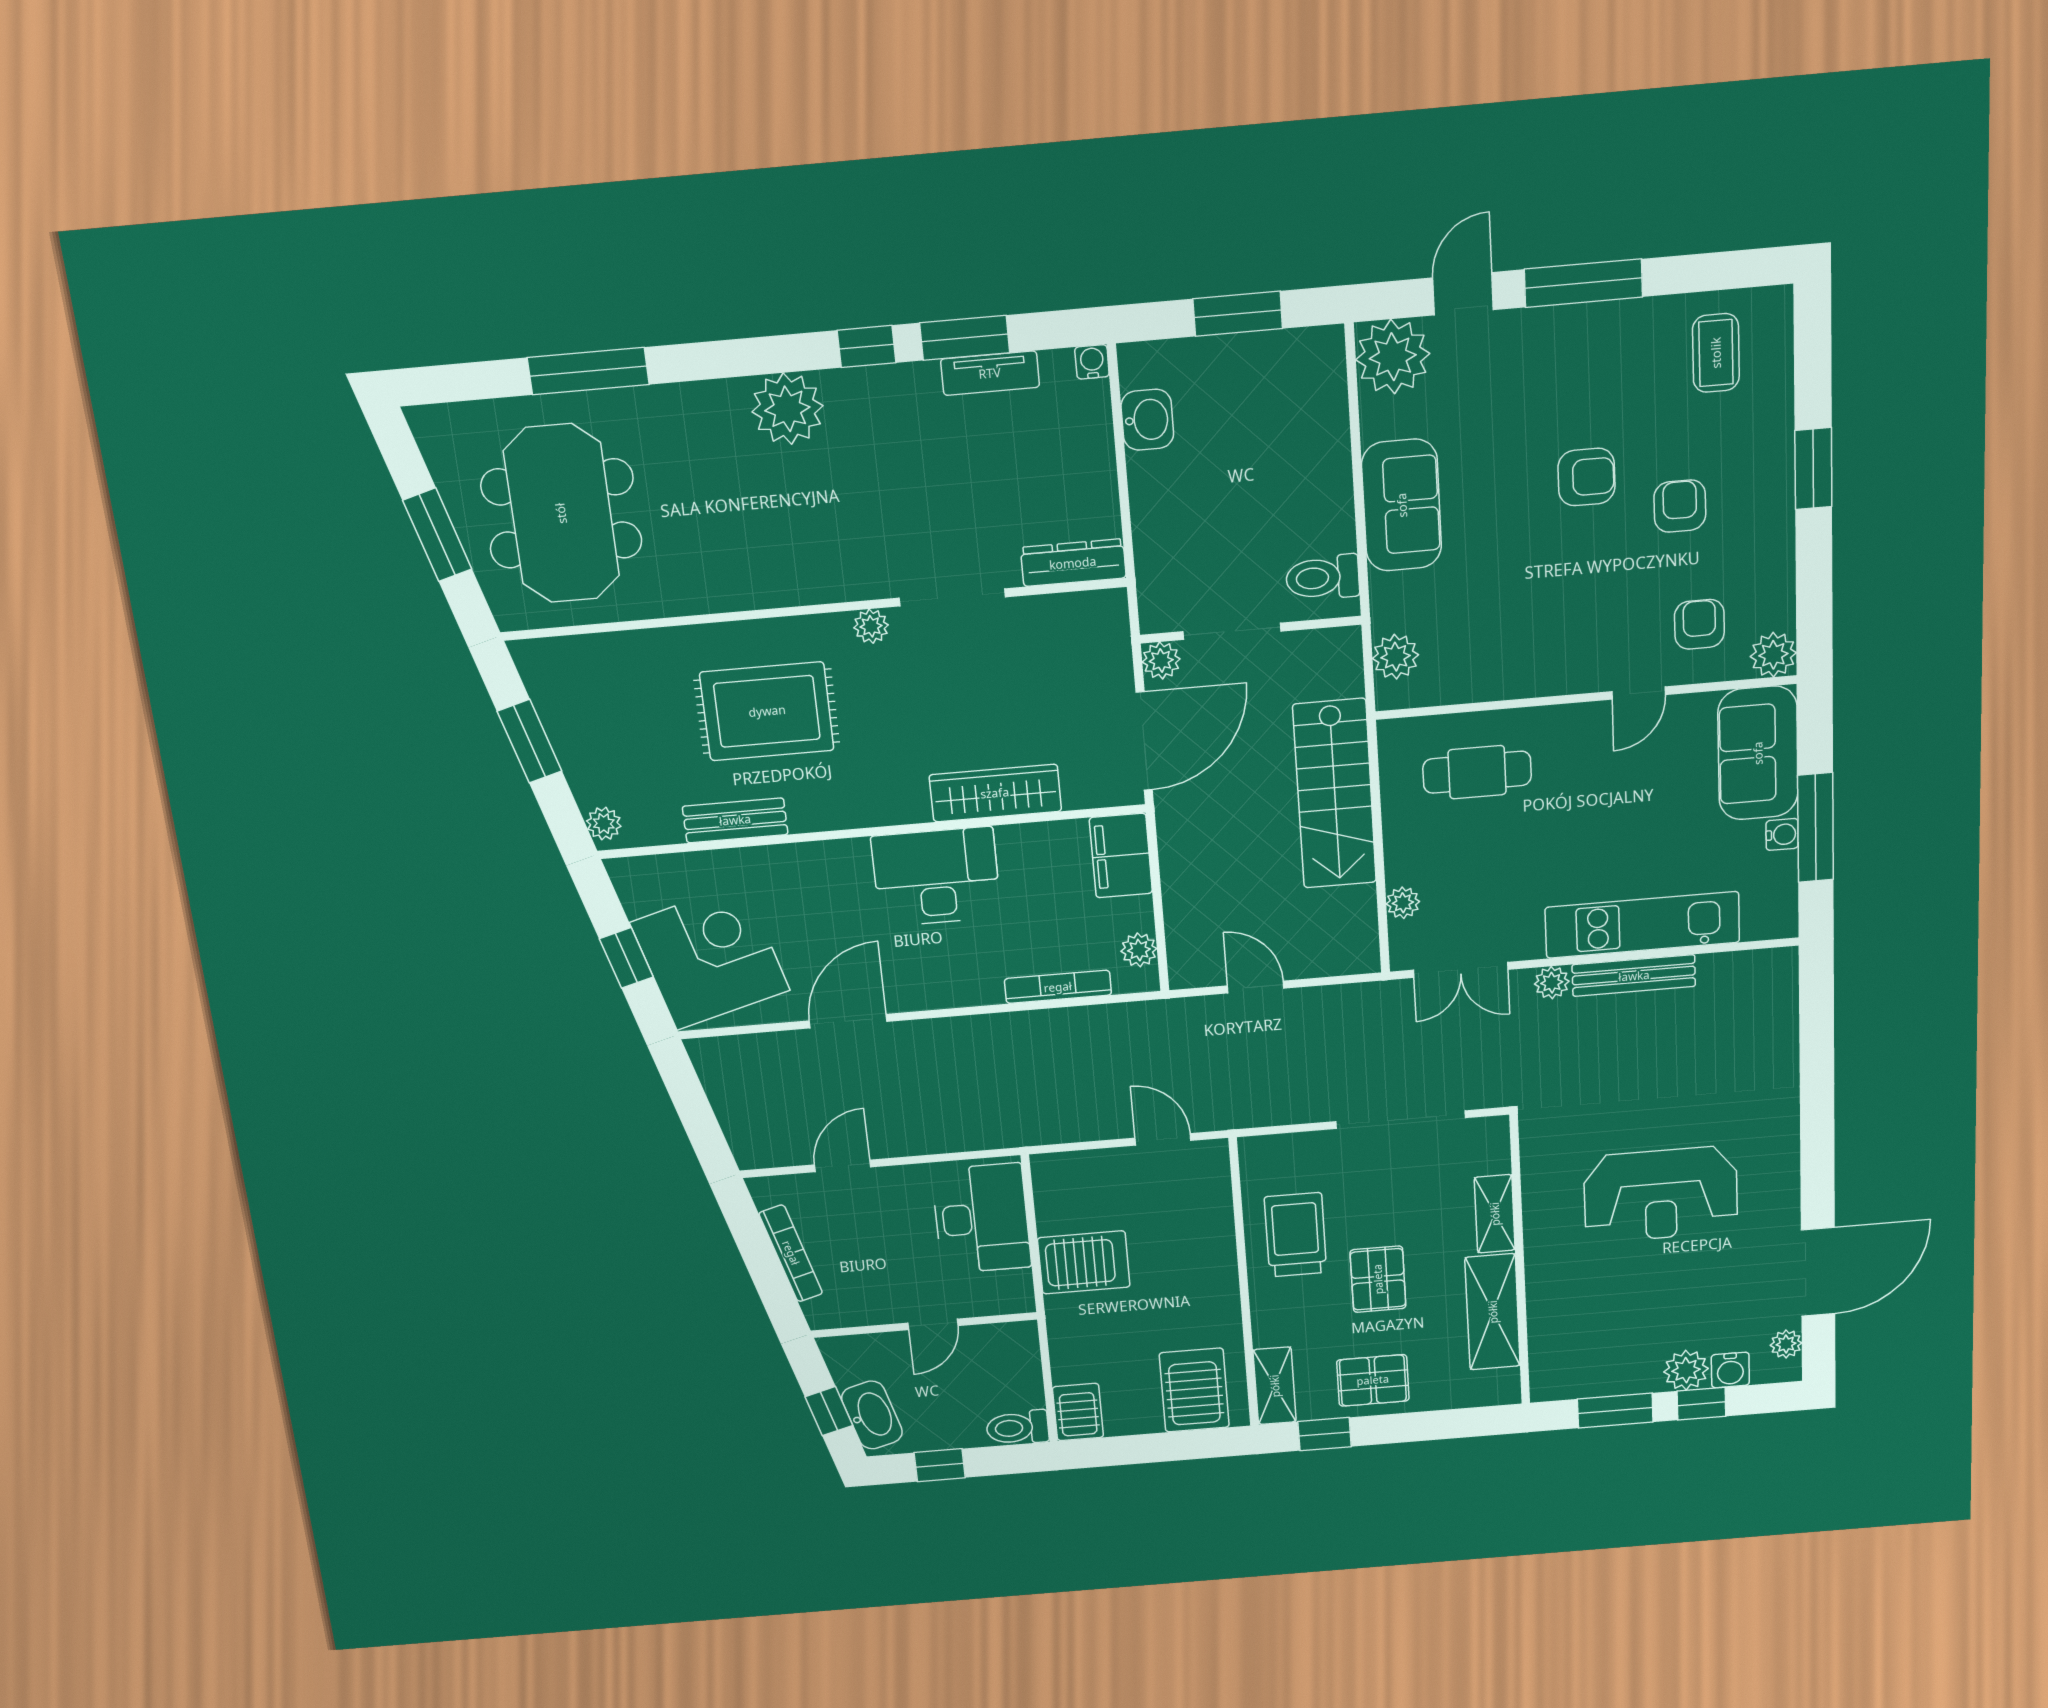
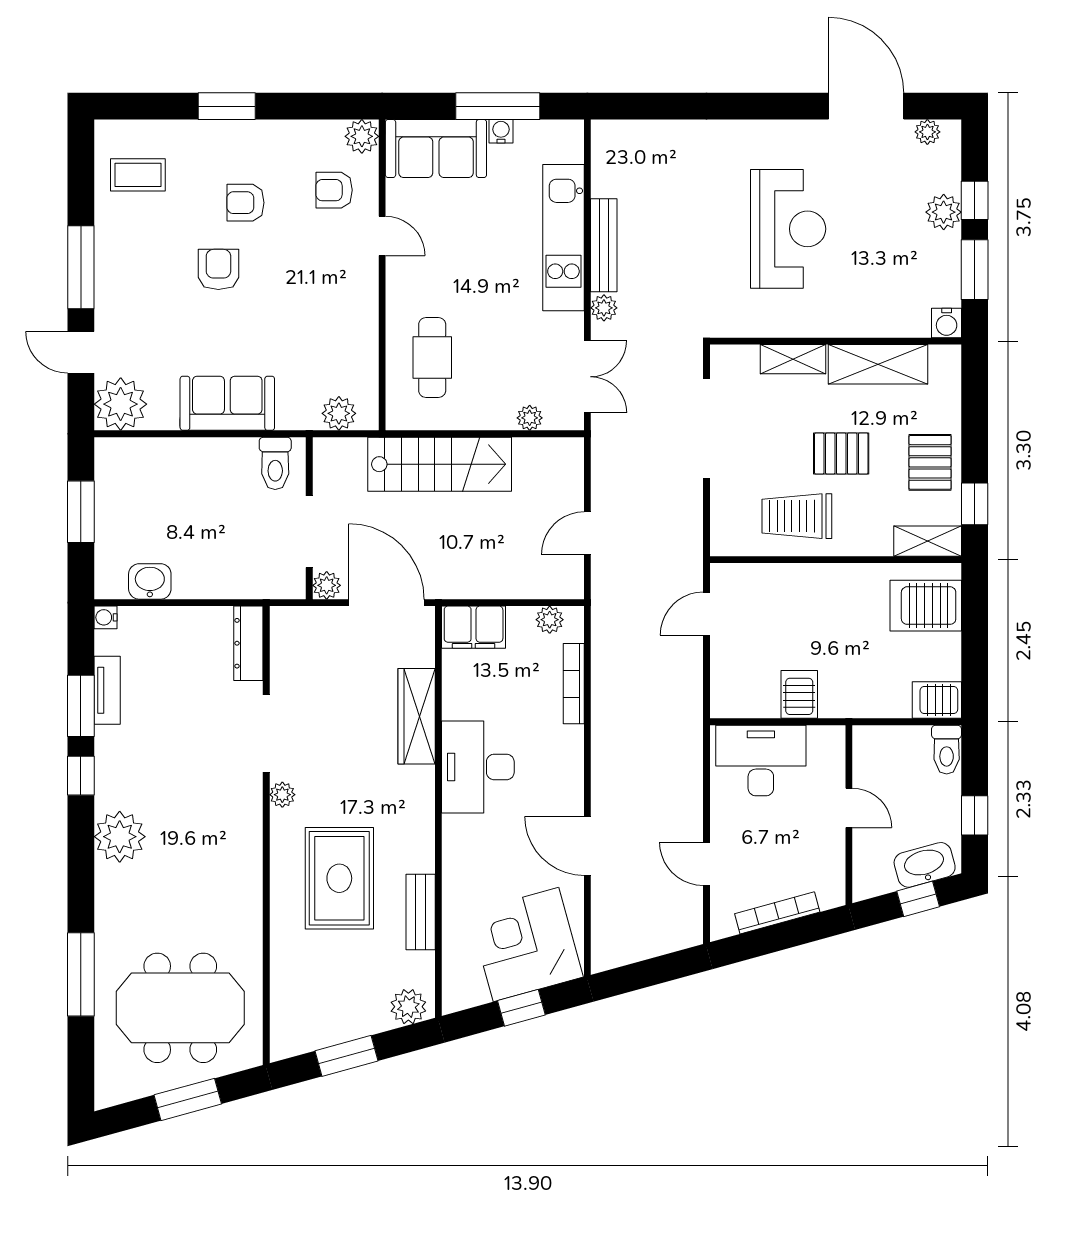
plant: (604, 824) -> (408, 1007), width x1.38, depth x1.38
server rack: (1084, 1262) -> (799, 694), width x0.73, depth x0.70
water cooler: (1730, 1370) -> (947, 323), moved, turned 90

